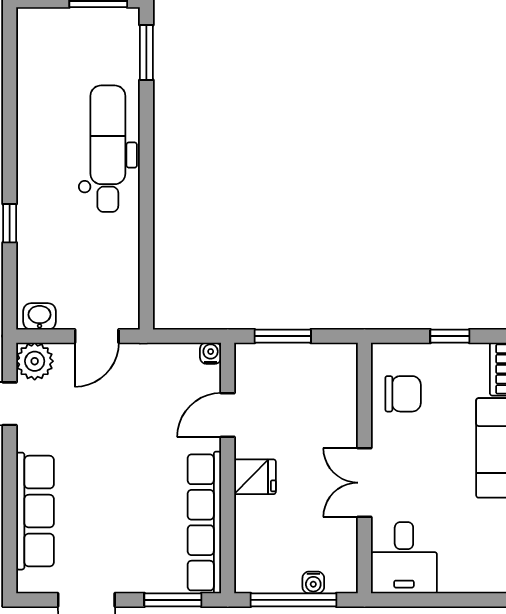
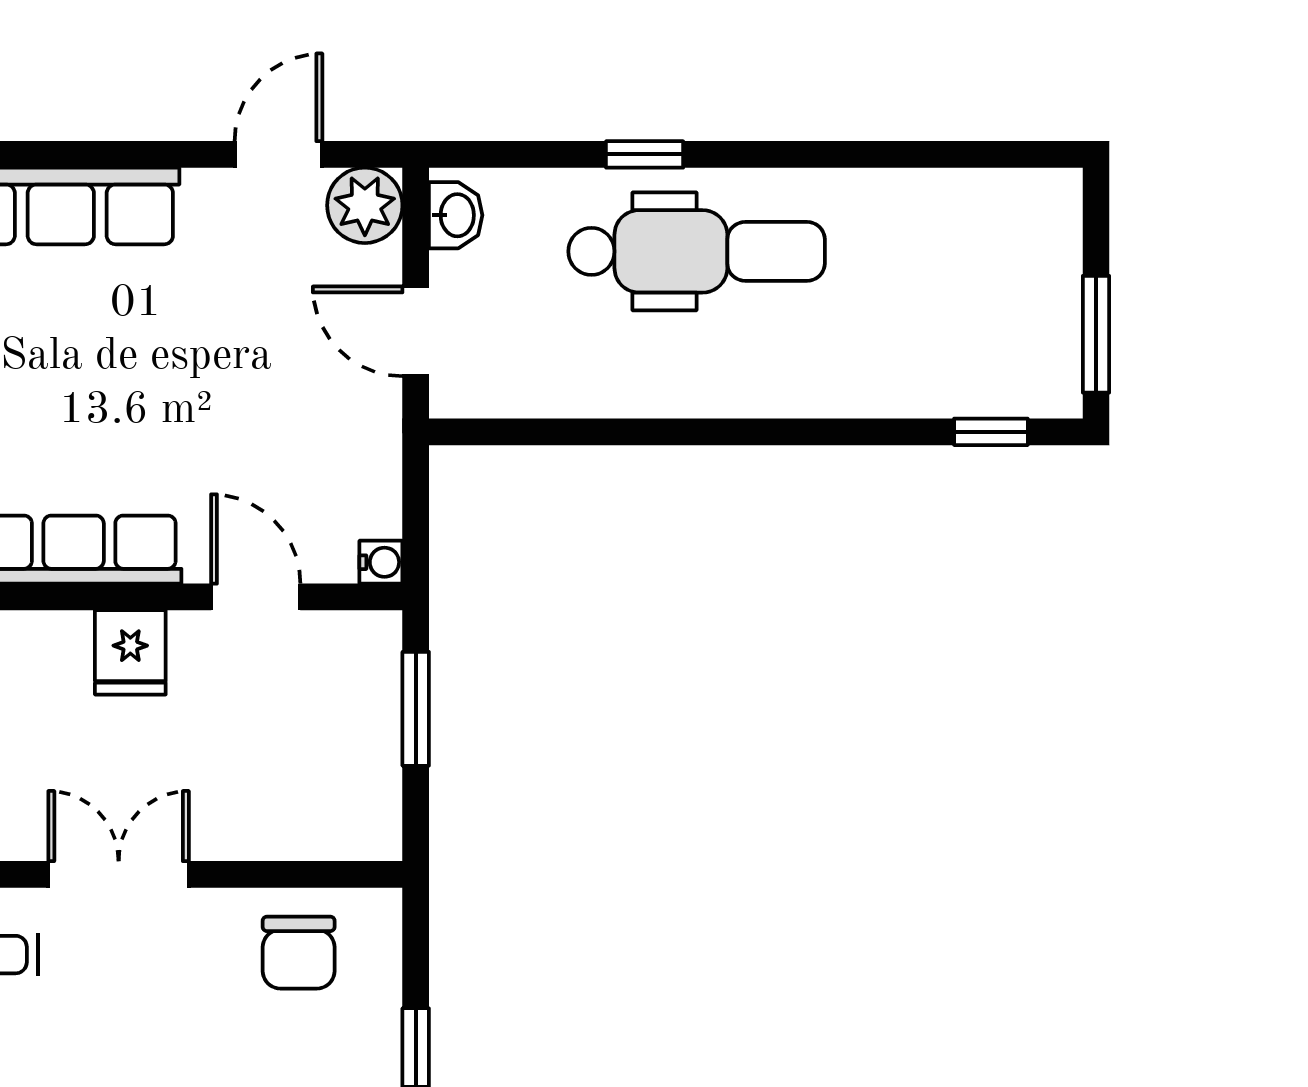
window: (146, 52) -> (991, 432), width x0.67
dental chair: (108, 149) -> (697, 251), moved

